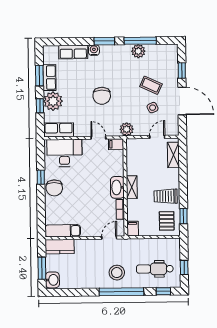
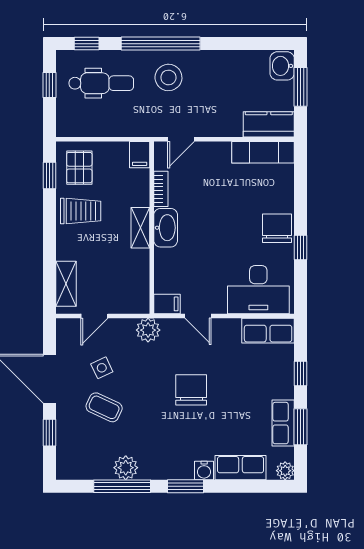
plant: (53, 101) -> (285, 471), moved, width x0.53, depth x0.53

